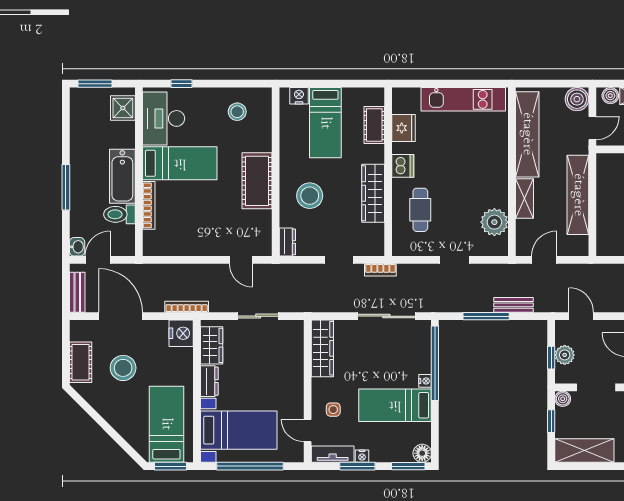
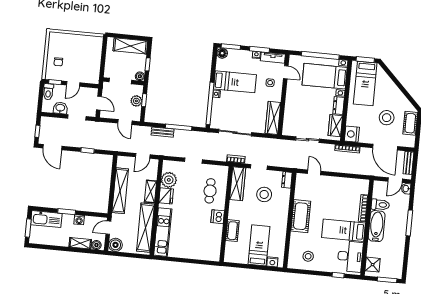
kitchen unit: (463, 99) -> (163, 232), moved, turned 90
cot: (374, 125) -> (232, 231), moved
fridge: (404, 128) -> (166, 196), moved, turned 180
wardrobe: (373, 193) -> (238, 184), moved
stool: (310, 196) -> (264, 194), moved

